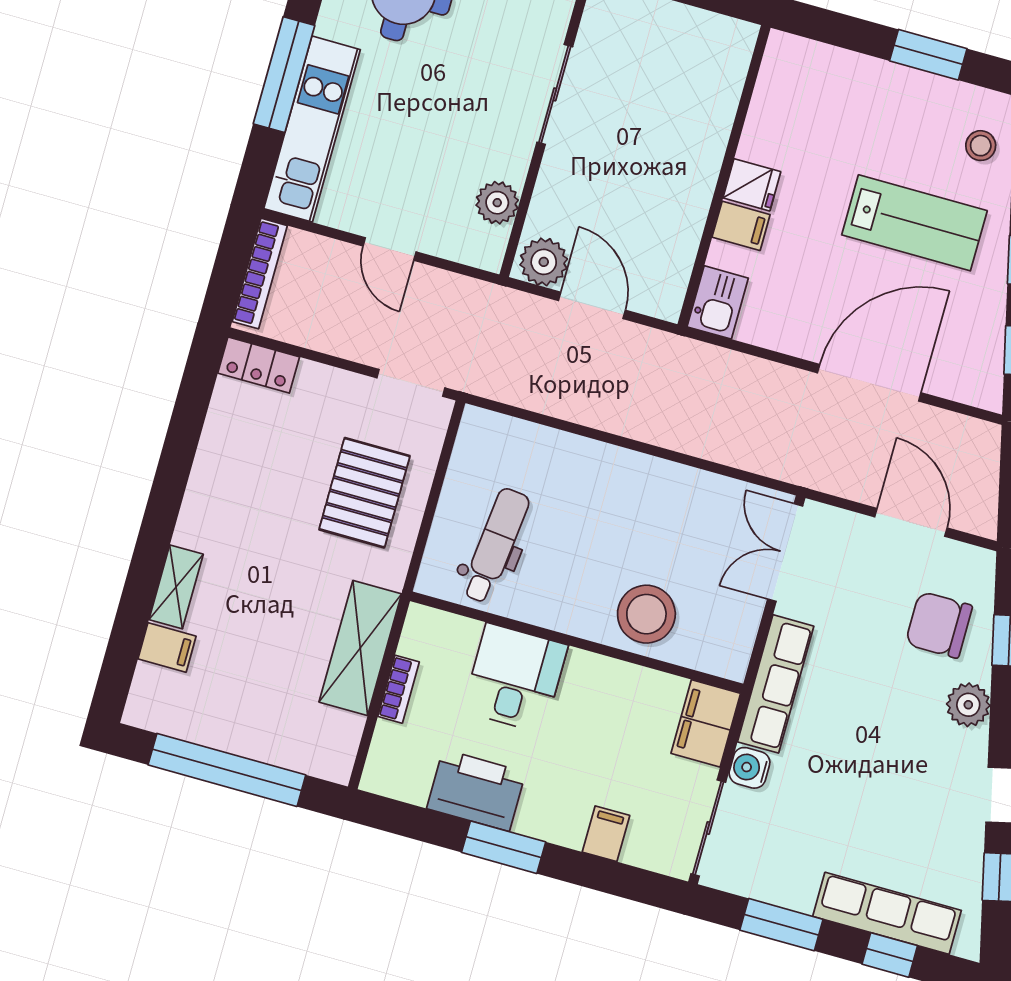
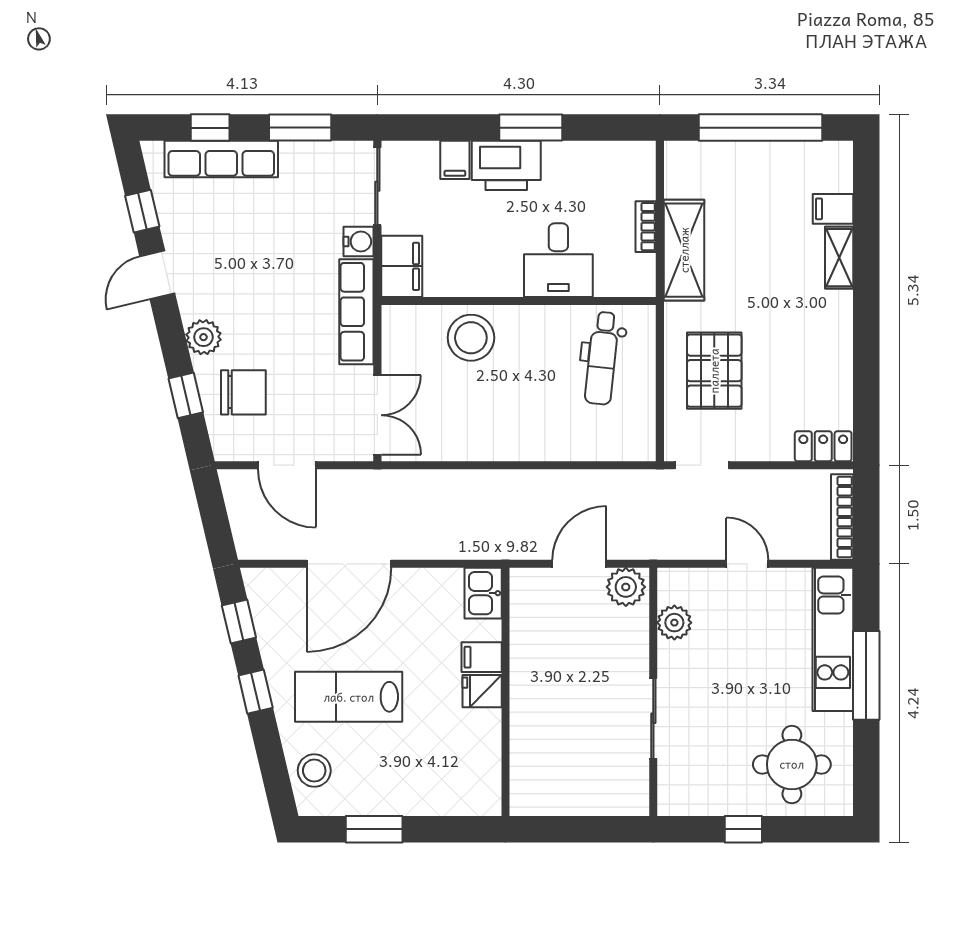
stool: (981, 146) -> (314, 771), width x1.37, depth x1.37
door: (592, 305) -> (579, 564), swing flipped
printer: (476, 790) -> (506, 165), moved

